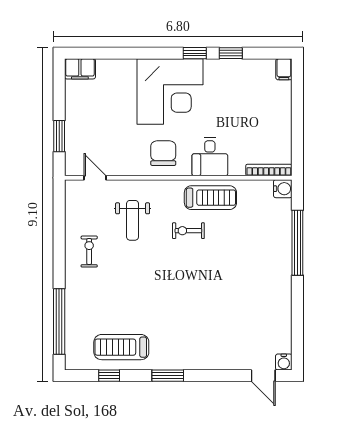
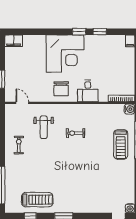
chair: (163, 153) -> (61, 89), turned 180
treadmill: (210, 198) -> (121, 144), moved, turned 90
treadmill: (121, 347) -> (37, 200), turned 180

